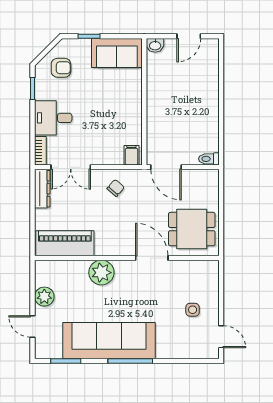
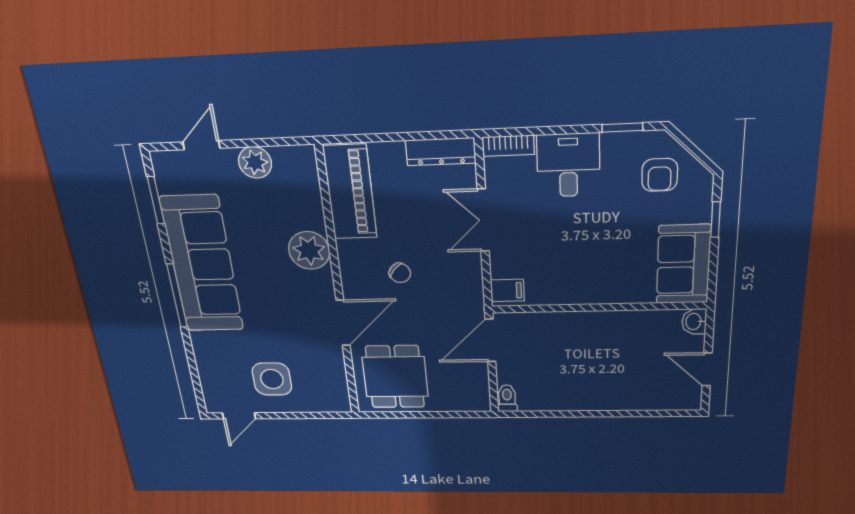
double door: (71, 167) -> (483, 220), moved
chair: (116, 188) -> (400, 273), moved
side table: (193, 310) -> (272, 379), width x1.87, depth x1.87

